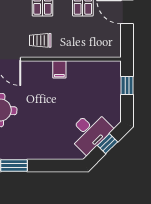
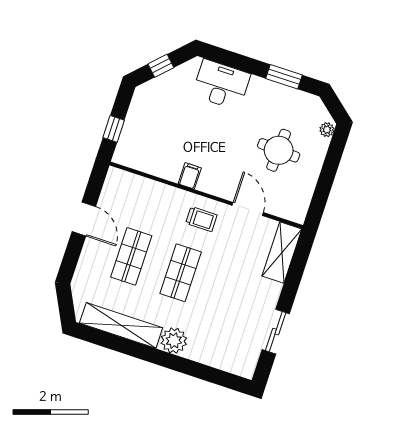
desk: (90, 132) -> (221, 85), moved, turned 45

